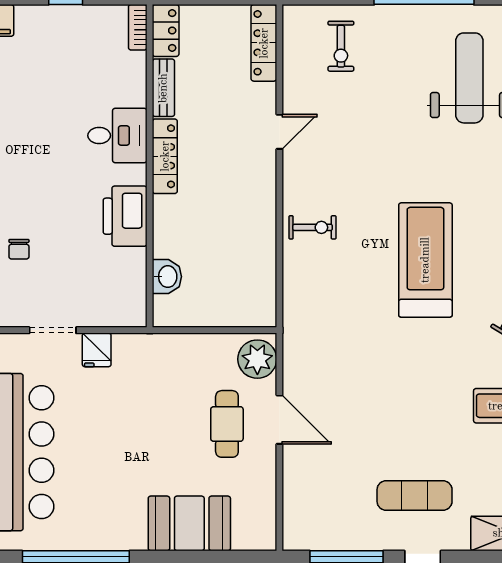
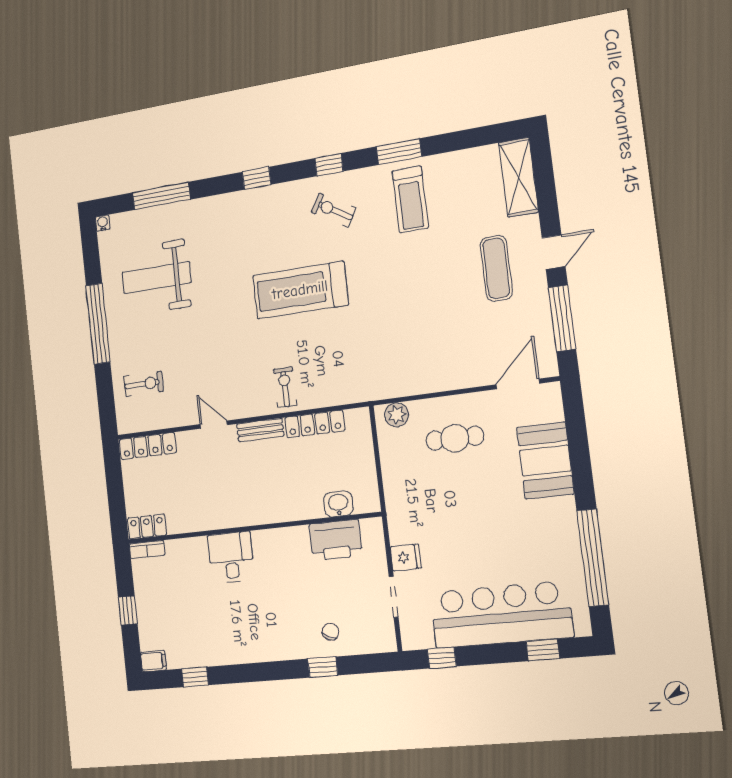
bench: (163, 88) -> (260, 430), moved
locker: (165, 156) -> (315, 424), moved, turned 180
printer: (125, 216) -> (336, 540), moved
chair: (19, 249) -> (330, 632), turned -67
plant: (257, 359) -> (397, 415), width x0.73, depth x0.73
door: (279, 420) -> (518, 384), moved

